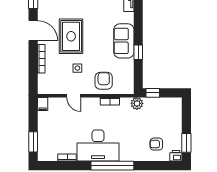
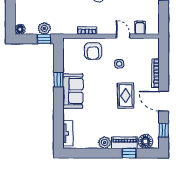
rug: (71, 36) -> (126, 96), width x0.73, depth x0.70
plant: (137, 103) -> (44, 28), moved
floor lamp: (177, 103) -> (20, 29), added
filing cabinet: (43, 104) -> (140, 28), moved

